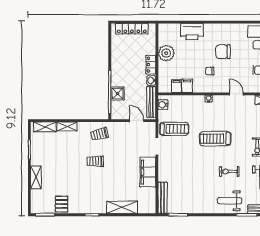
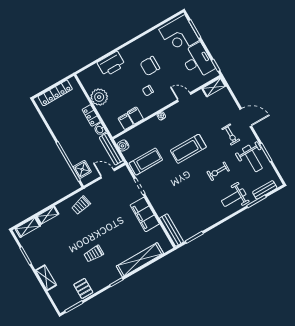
shower: (118, 93) -> (82, 169), moved
trolley: (95, 161) -> (94, 254), moved
shelving: (122, 207) -> (140, 260), width x1.47

